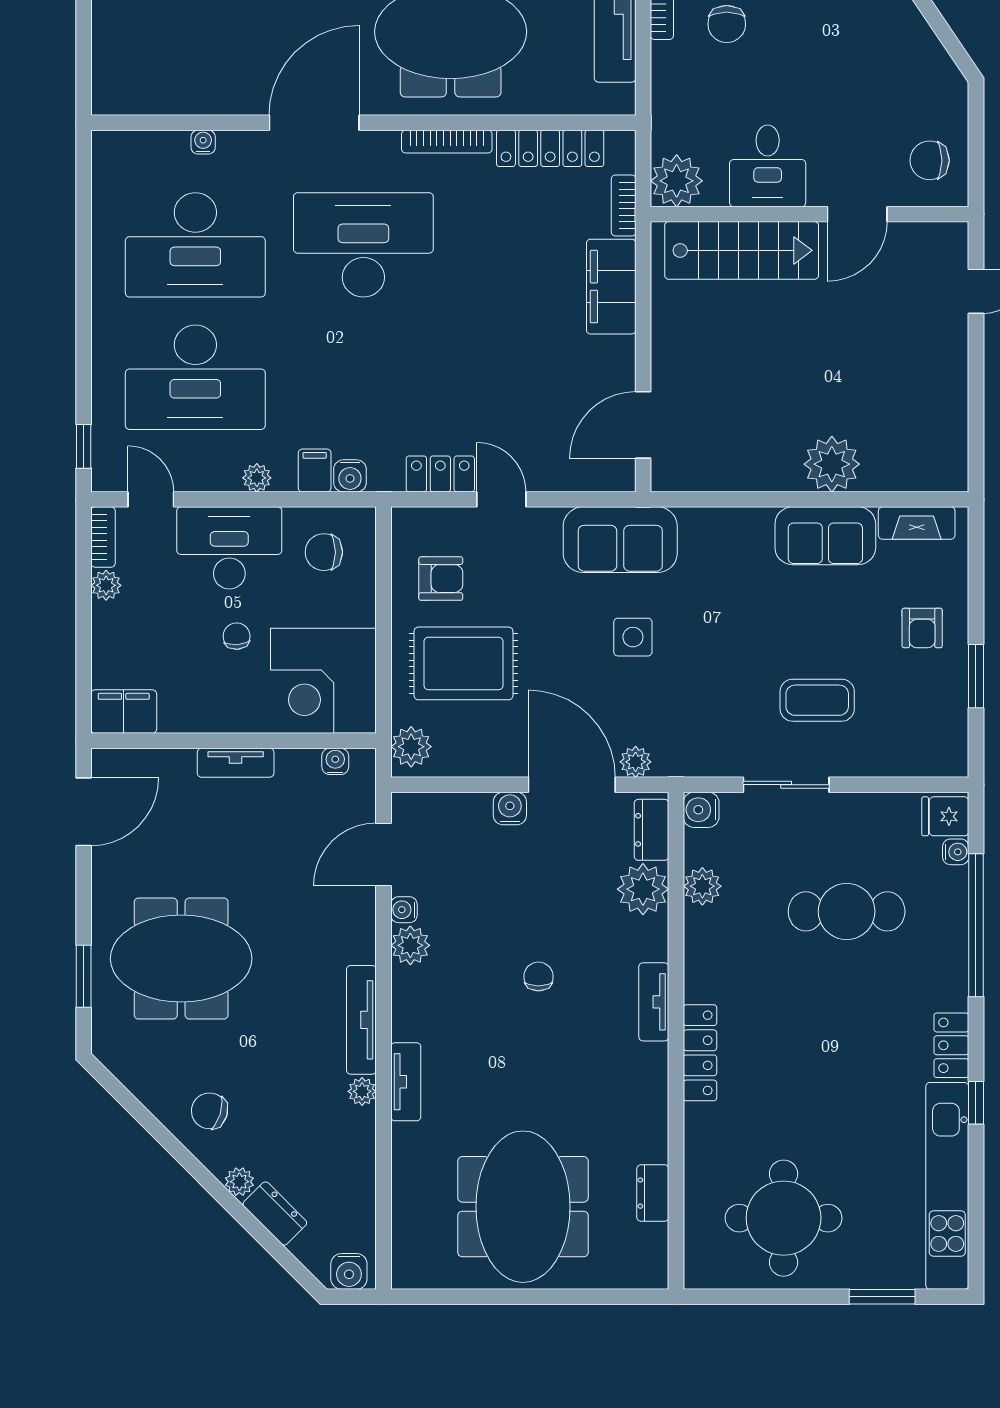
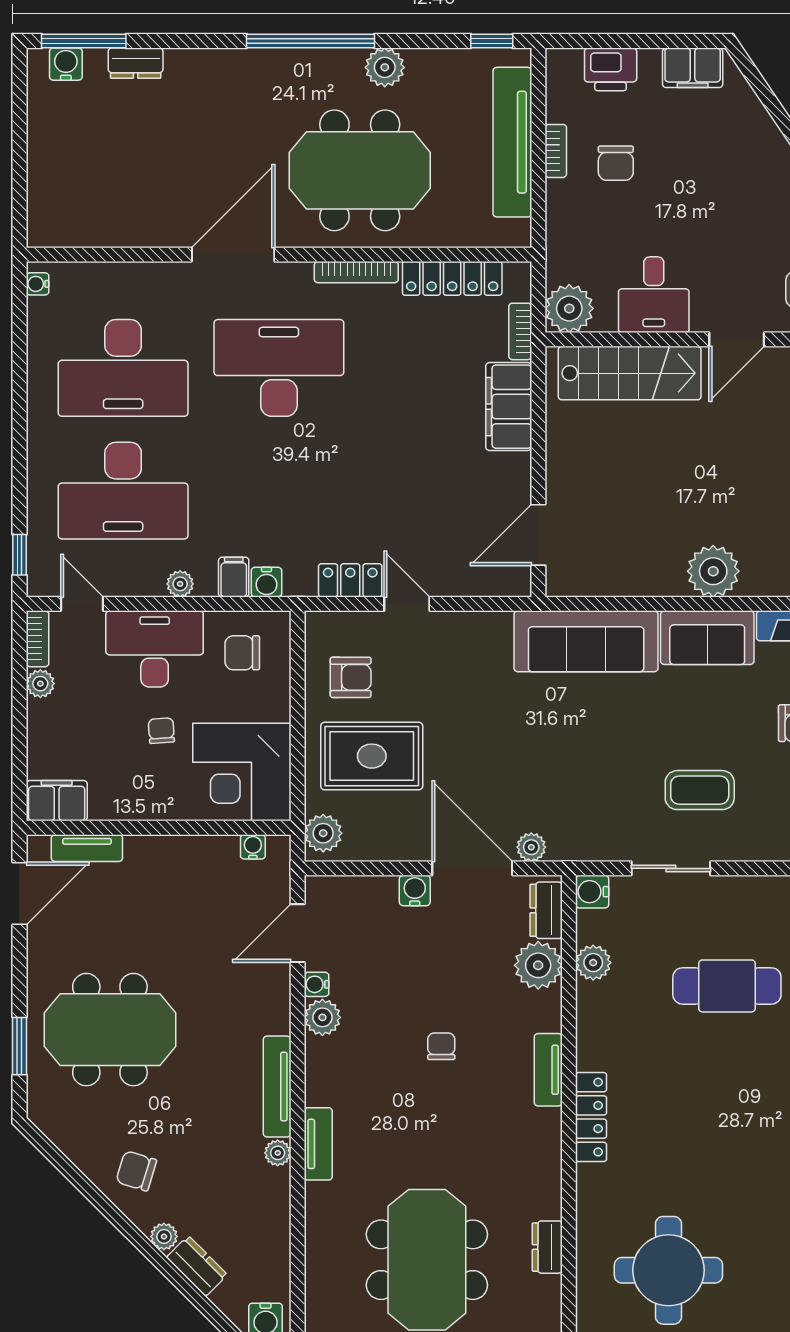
water cooler: (203, 142) -> (37, 284), moved, turned -90
sofa: (620, 540) -> (586, 641), moved, width x1.36
side table: (633, 637) -> (529, 732), removed
tv unit: (236, 763) -> (87, 848), moved

